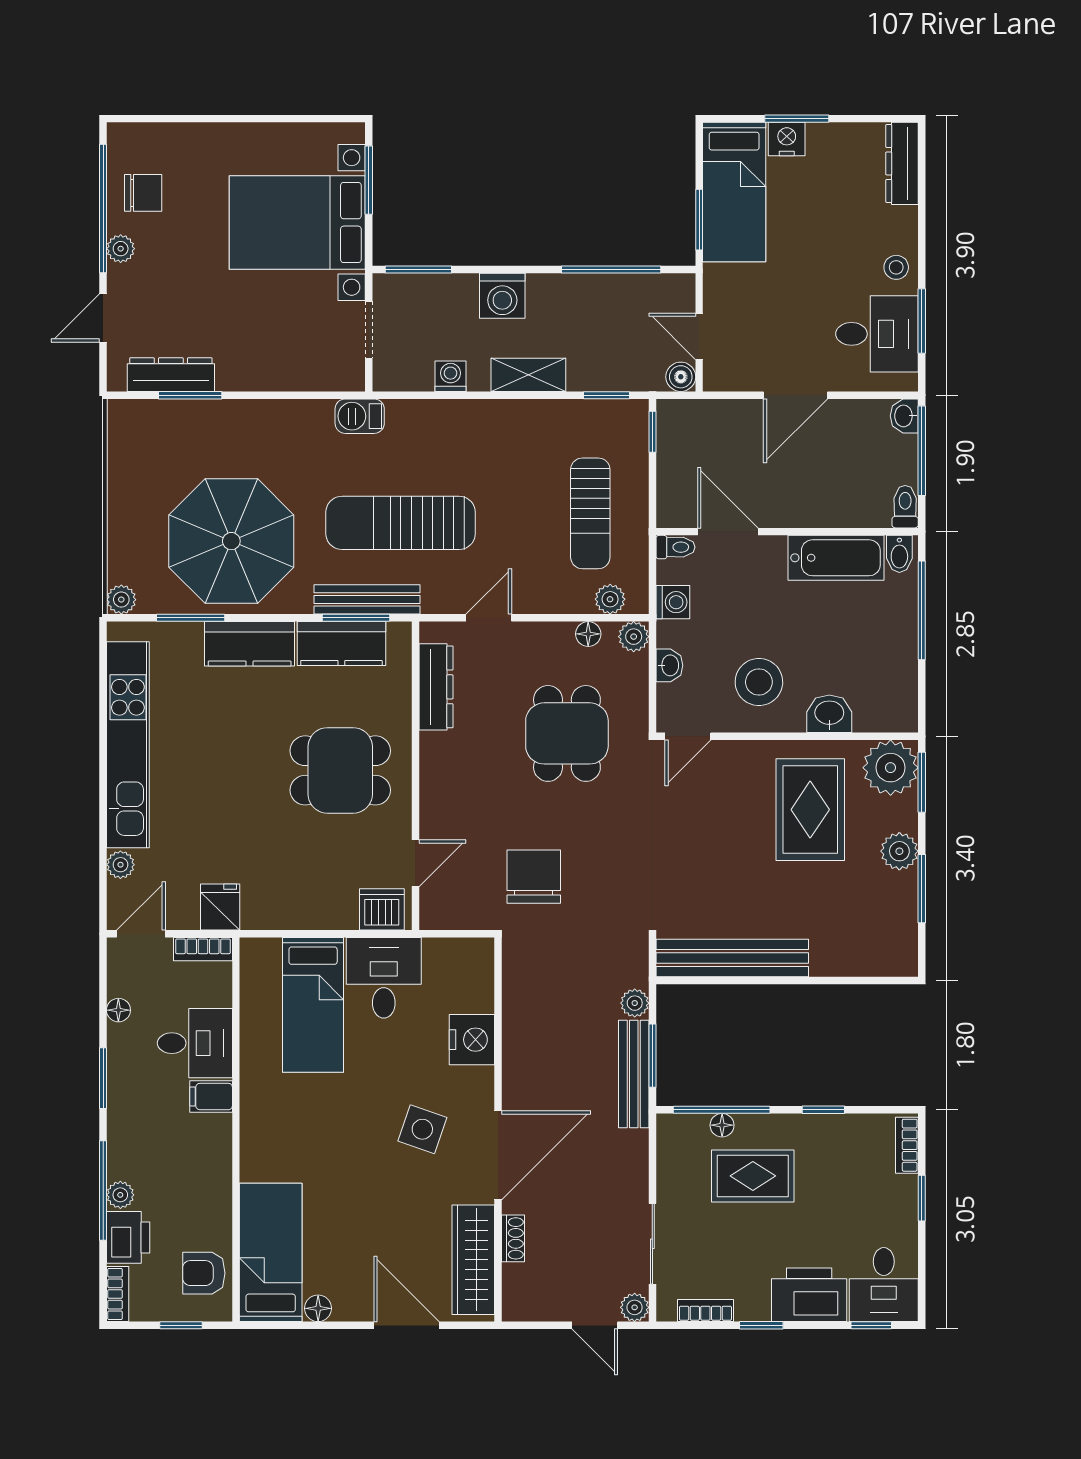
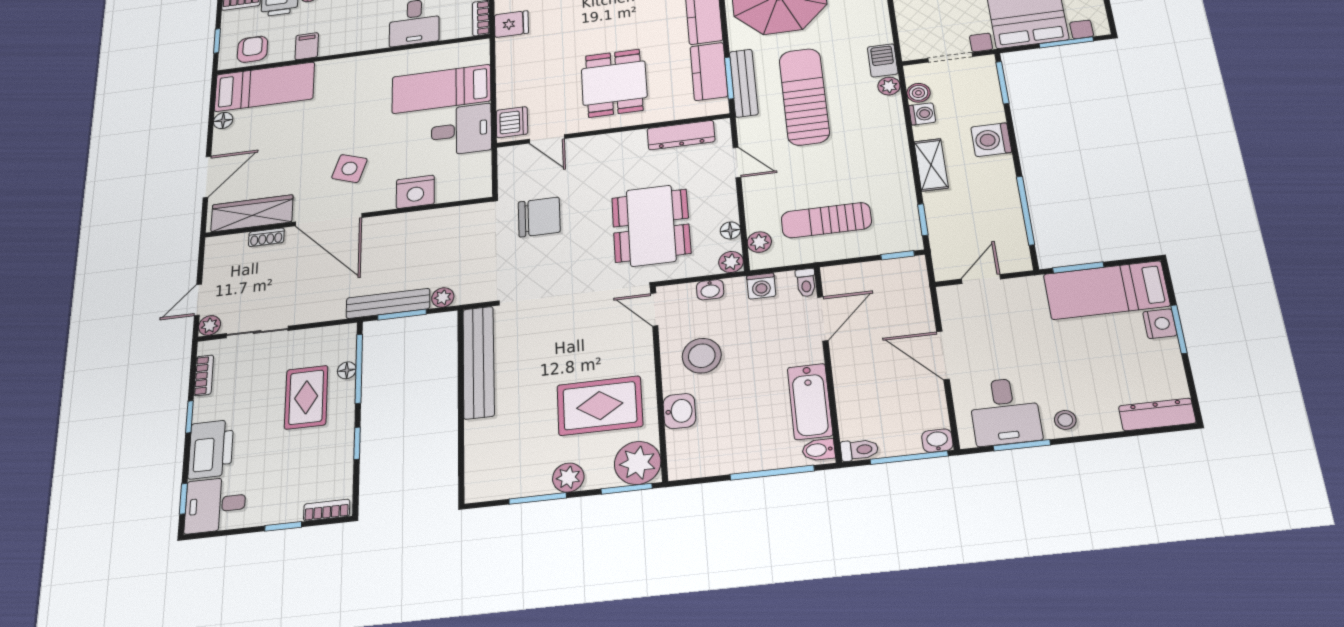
boiler: (681, 377) -> (918, 93), moved
plant: (401, 413) -> (889, 86), added
dining table: (567, 733) -> (651, 226), width x1.38
filing cabinet: (211, 1097) -> (307, 46), moved

